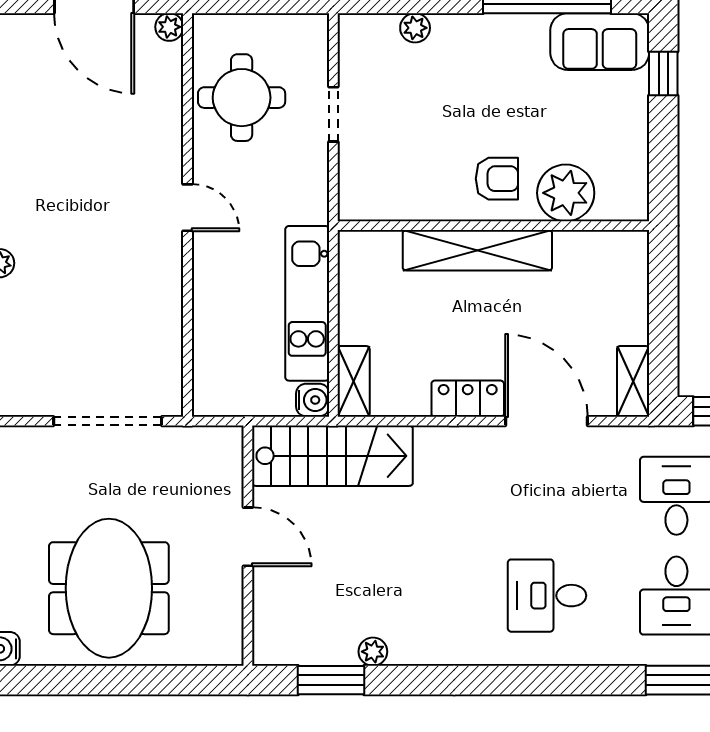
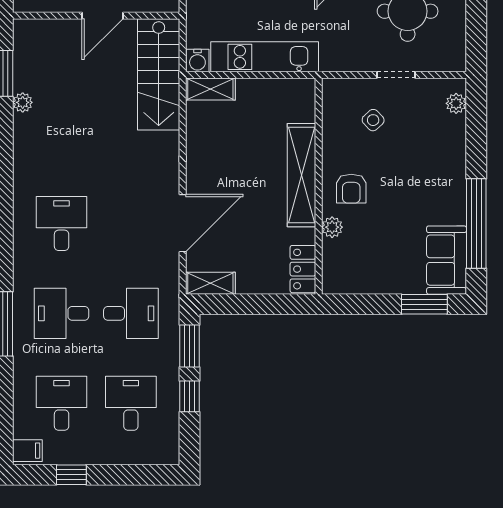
plant: (415, 28) -> (456, 103), moved
window: (663, 73) -> (424, 304), width x1.50
side table: (398, 147) -> (373, 120), added
plant: (566, 193) -> (332, 227), width x0.53, depth x0.53
locker: (468, 399) -> (303, 269), moved, turned 180

